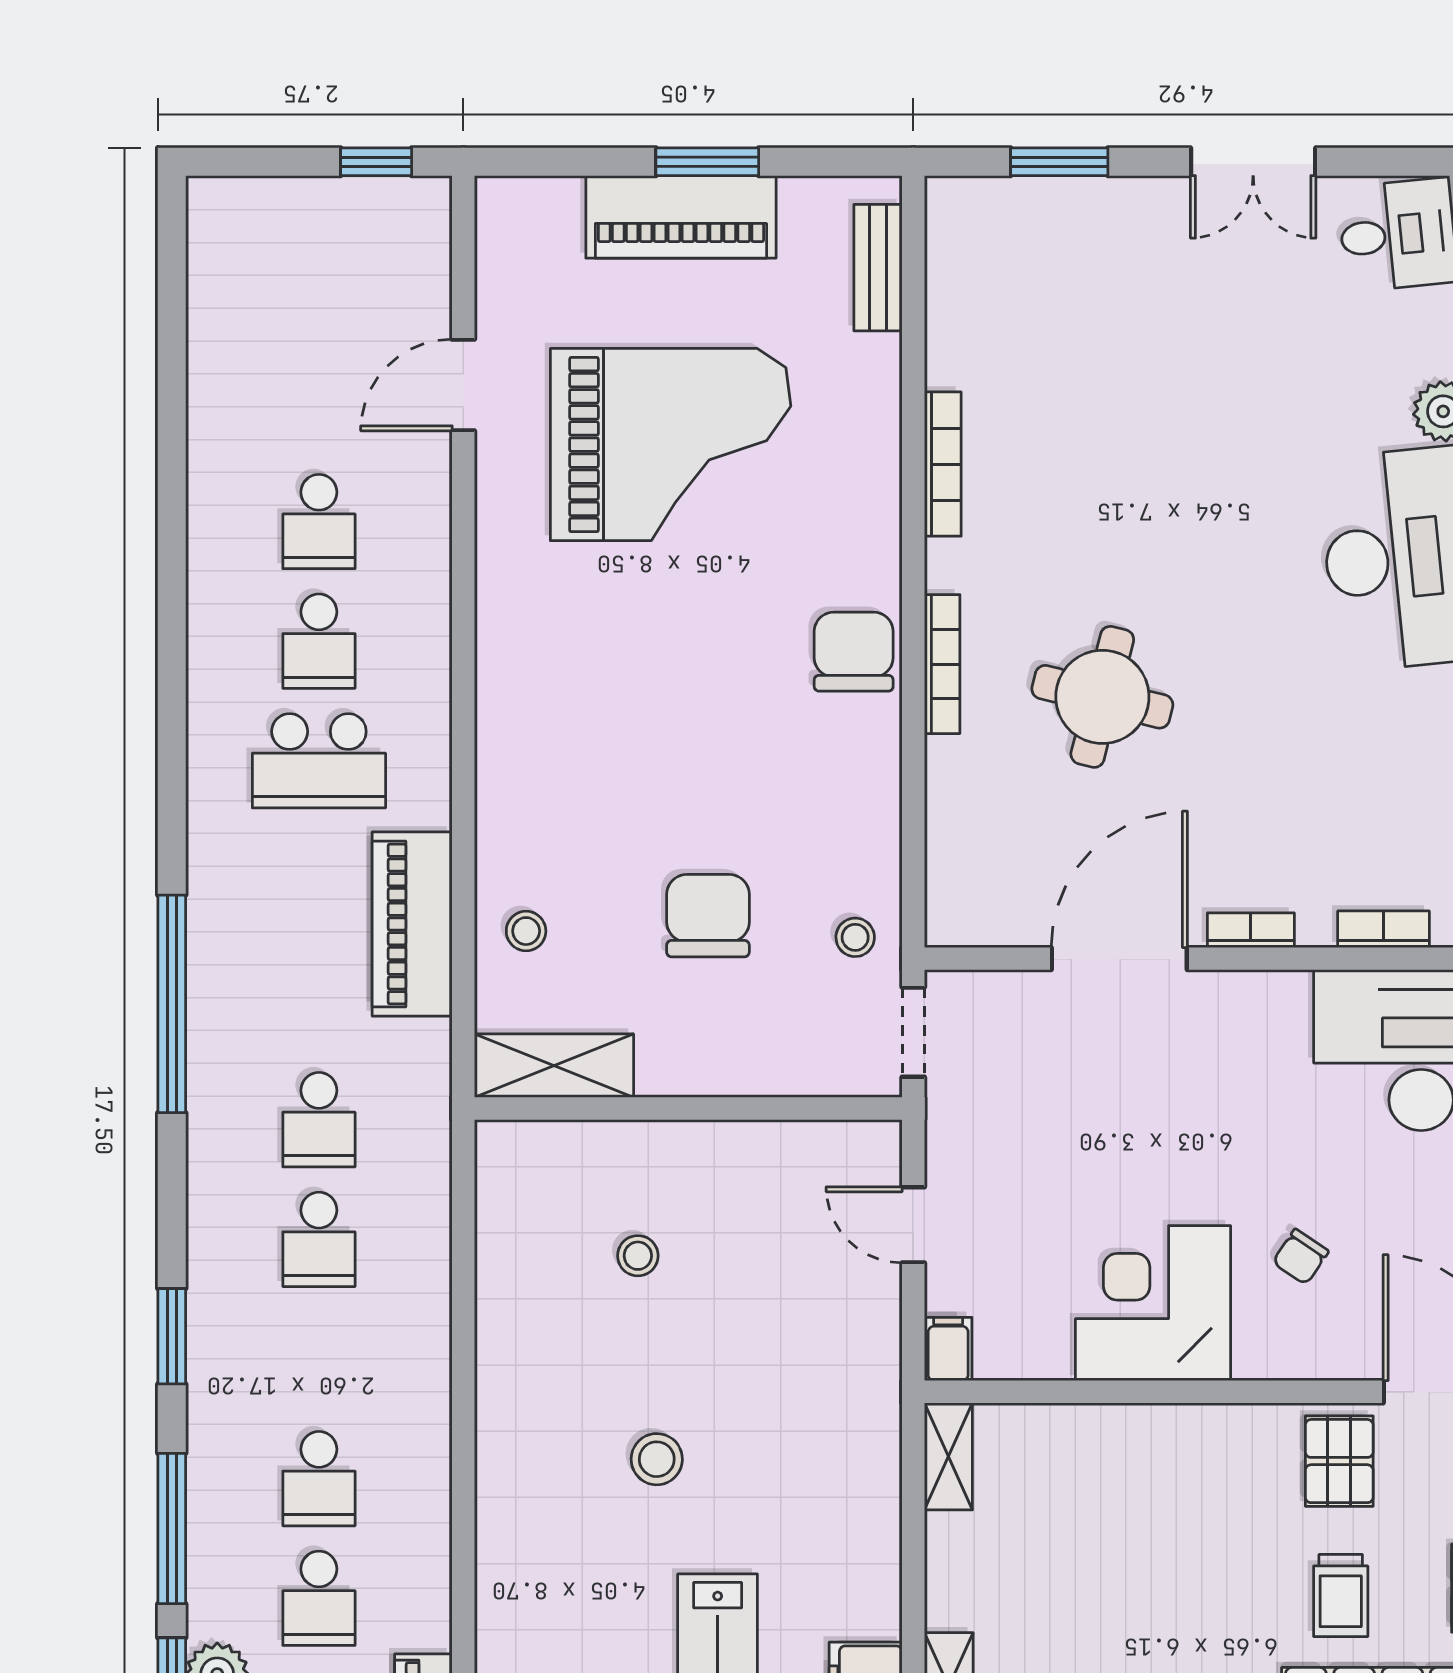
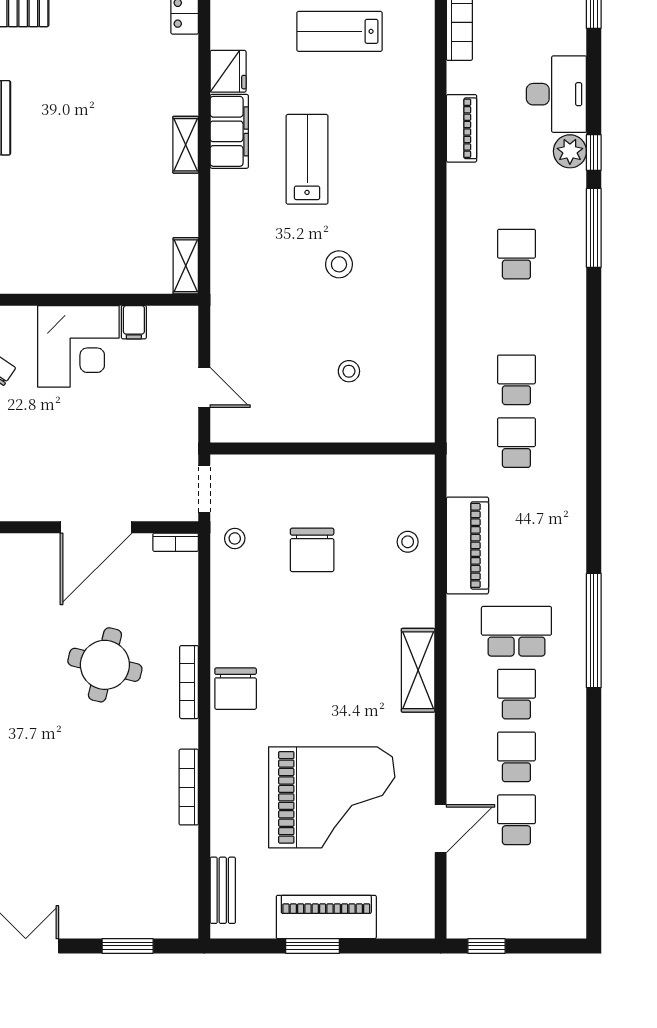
grand piano: (671, 445) -> (332, 797), turned 180
bookcase: (1251, 930) -> (176, 542), moved
window: (172, 1004) -> (594, 631), moved
shelving: (554, 1066) -> (418, 670), moved, turned 90
window: (172, 1336) -> (594, 329), removed
filing cabinet: (948, 1349) -> (134, 322), moved
school desk: (319, 1598) -> (516, 820), moved

